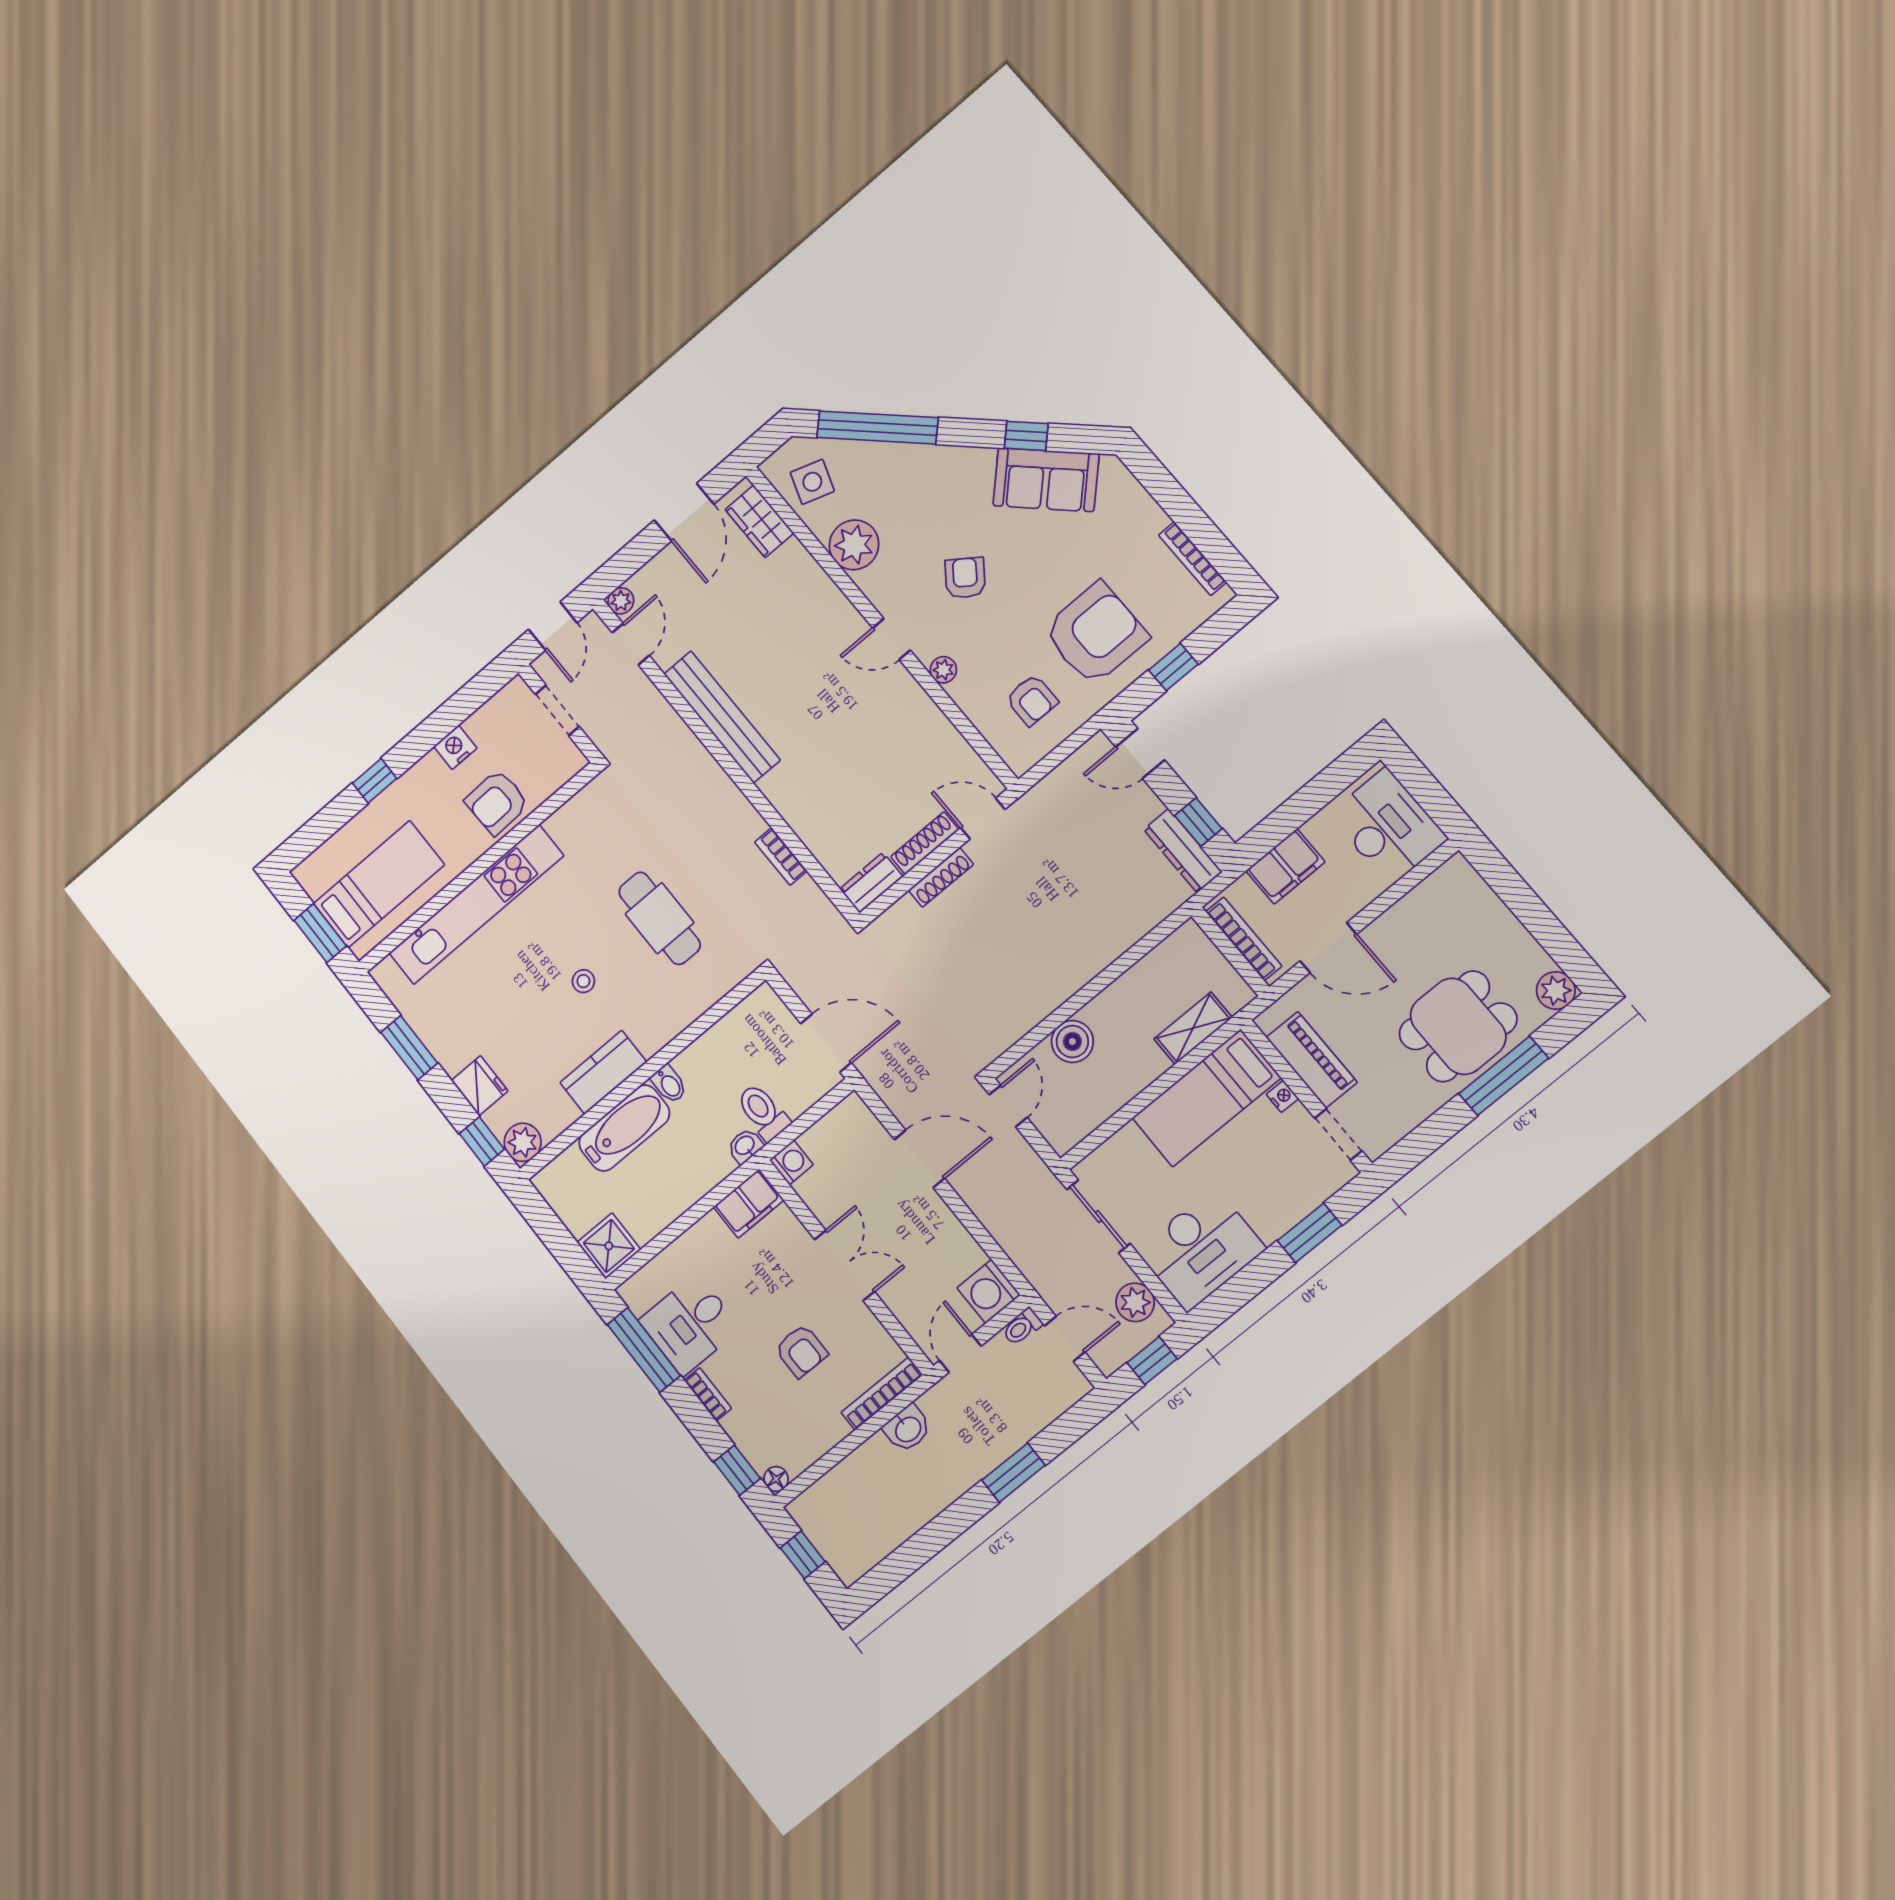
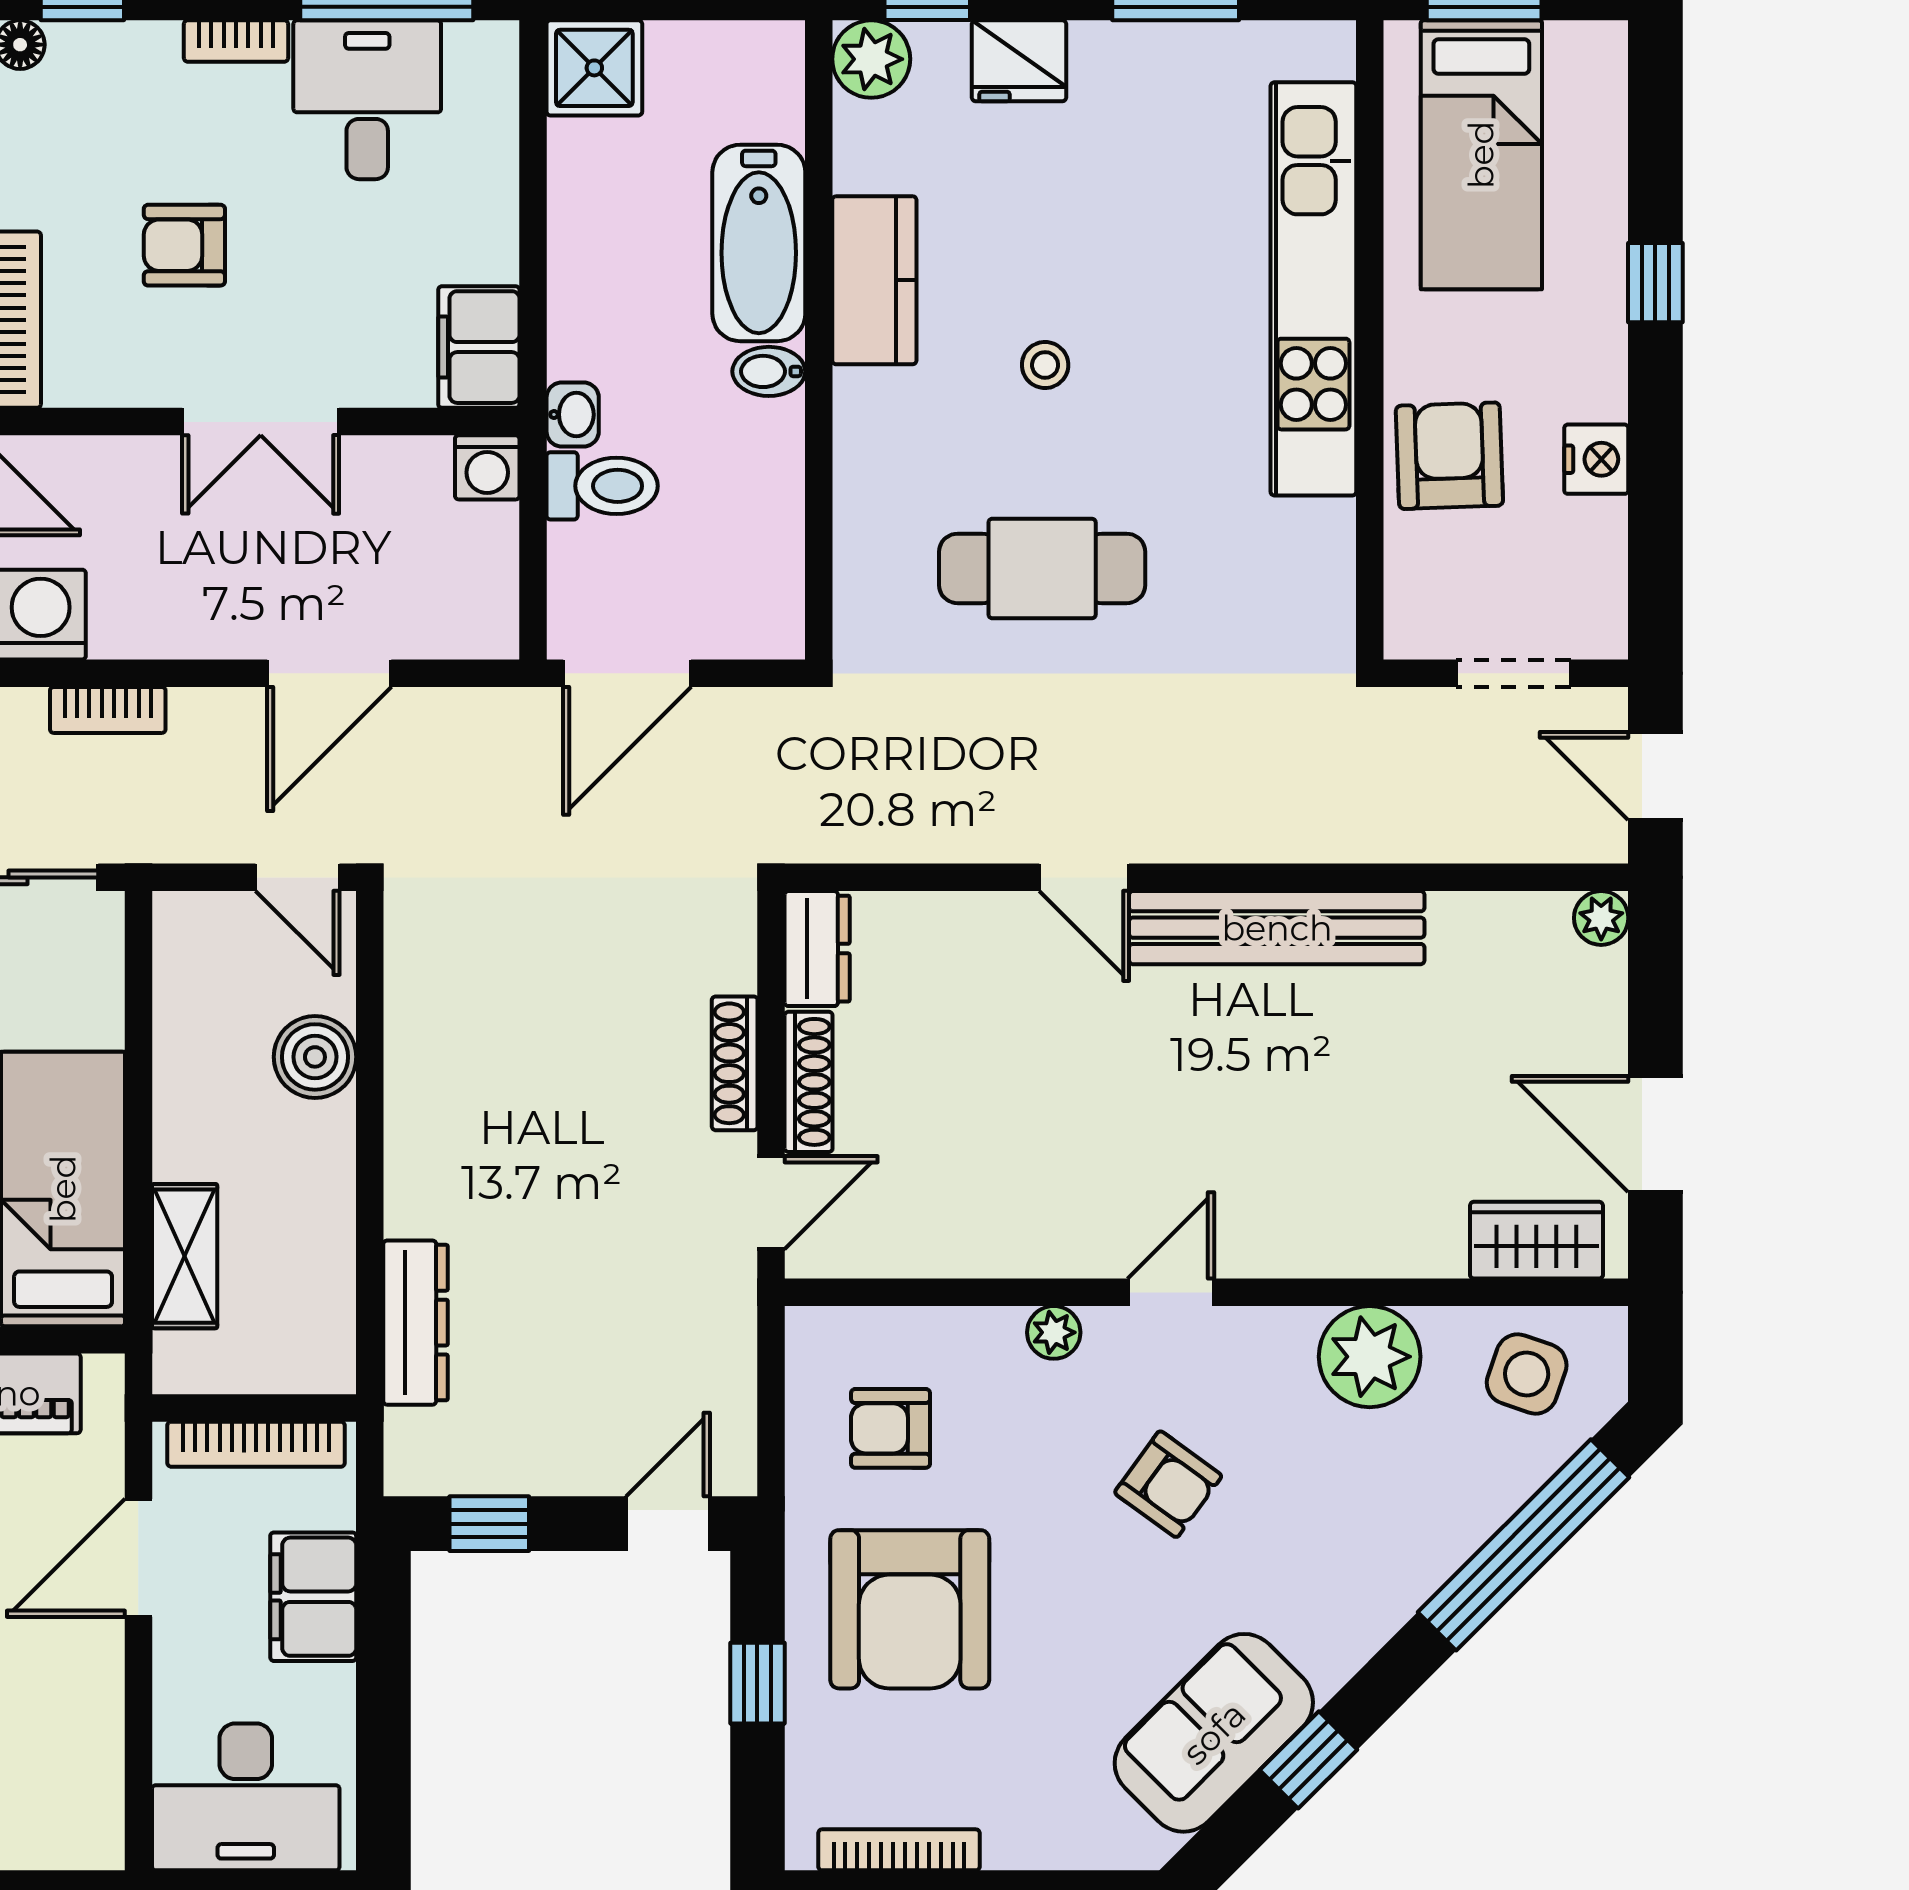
door: (631, 644) -> (1084, 877), moved
dresser: (1183, 851) -> (416, 1323), moved, turned 90
bookcase: (781, 856) -> (108, 710), moved, turned 180

